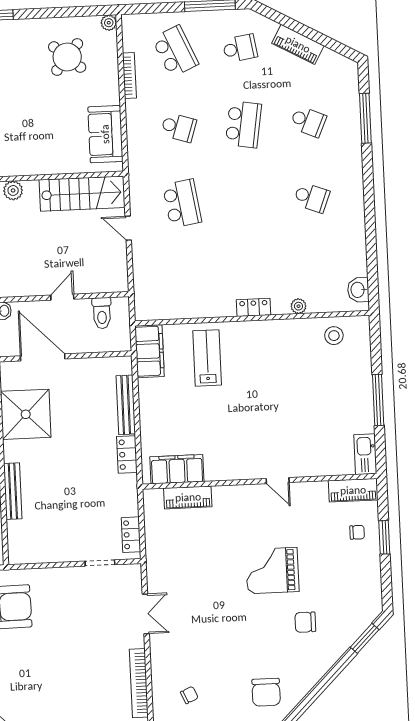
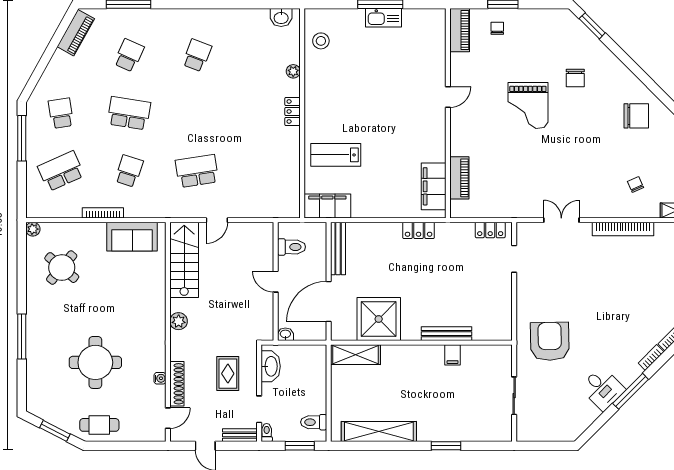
piano: (298, 44) -> (76, 33), moved
bookcase: (129, 75) -> (103, 213), moved
bench: (126, 405) -> (338, 248), moved, turned 90
kitchen sink: (365, 454) -> (383, 18), moved

